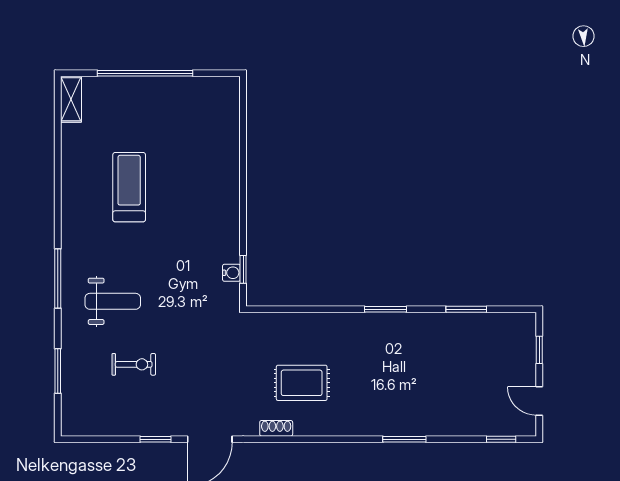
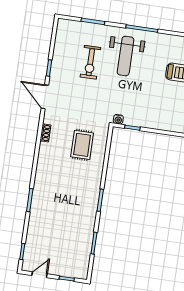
water cooler: (231, 273) -> (118, 119), moved
weight bench: (113, 301) -> (126, 56), width x1.36, depth x1.33
exercise bike: (134, 364) -> (90, 62), width x1.38, depth x1.39
rug: (302, 383) -> (82, 145), moved

